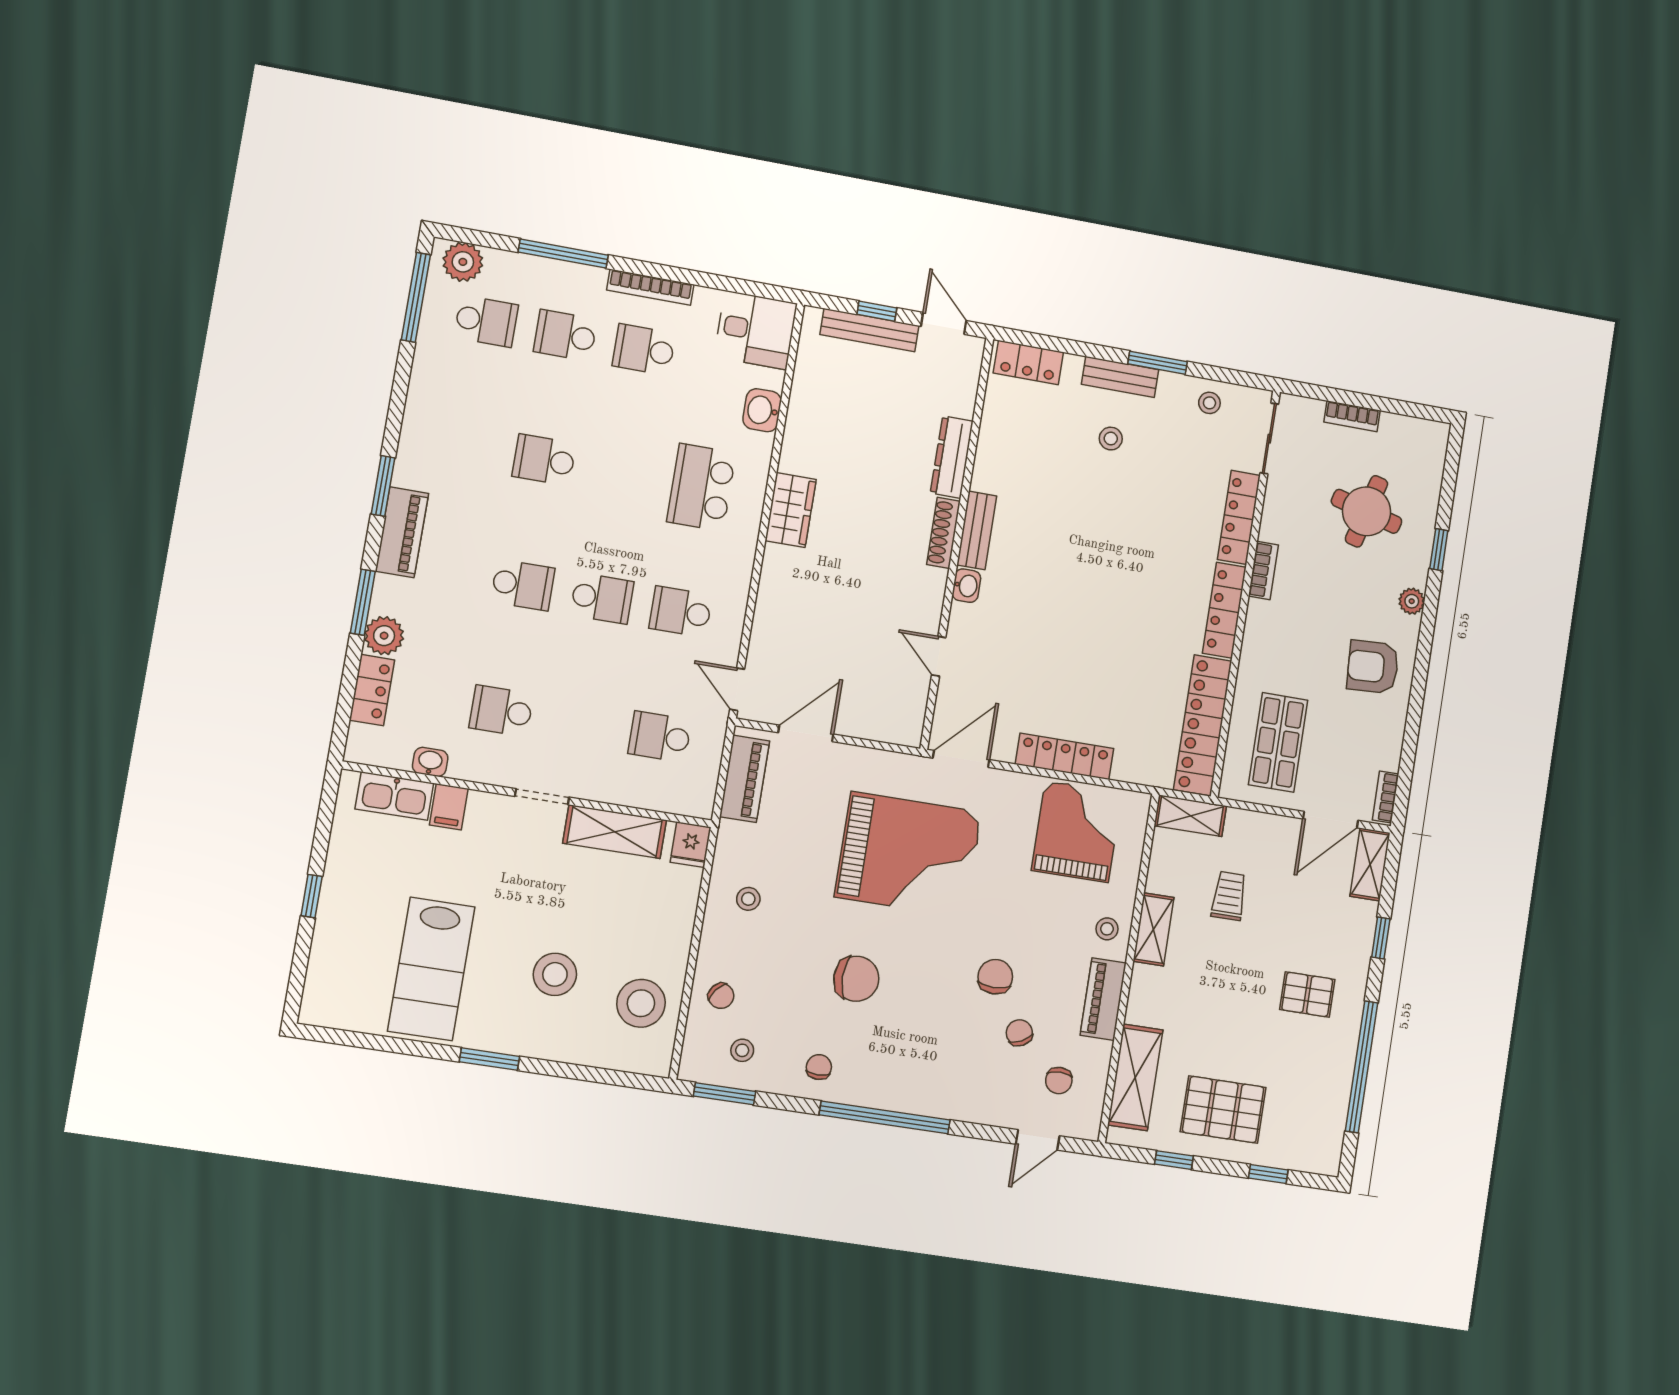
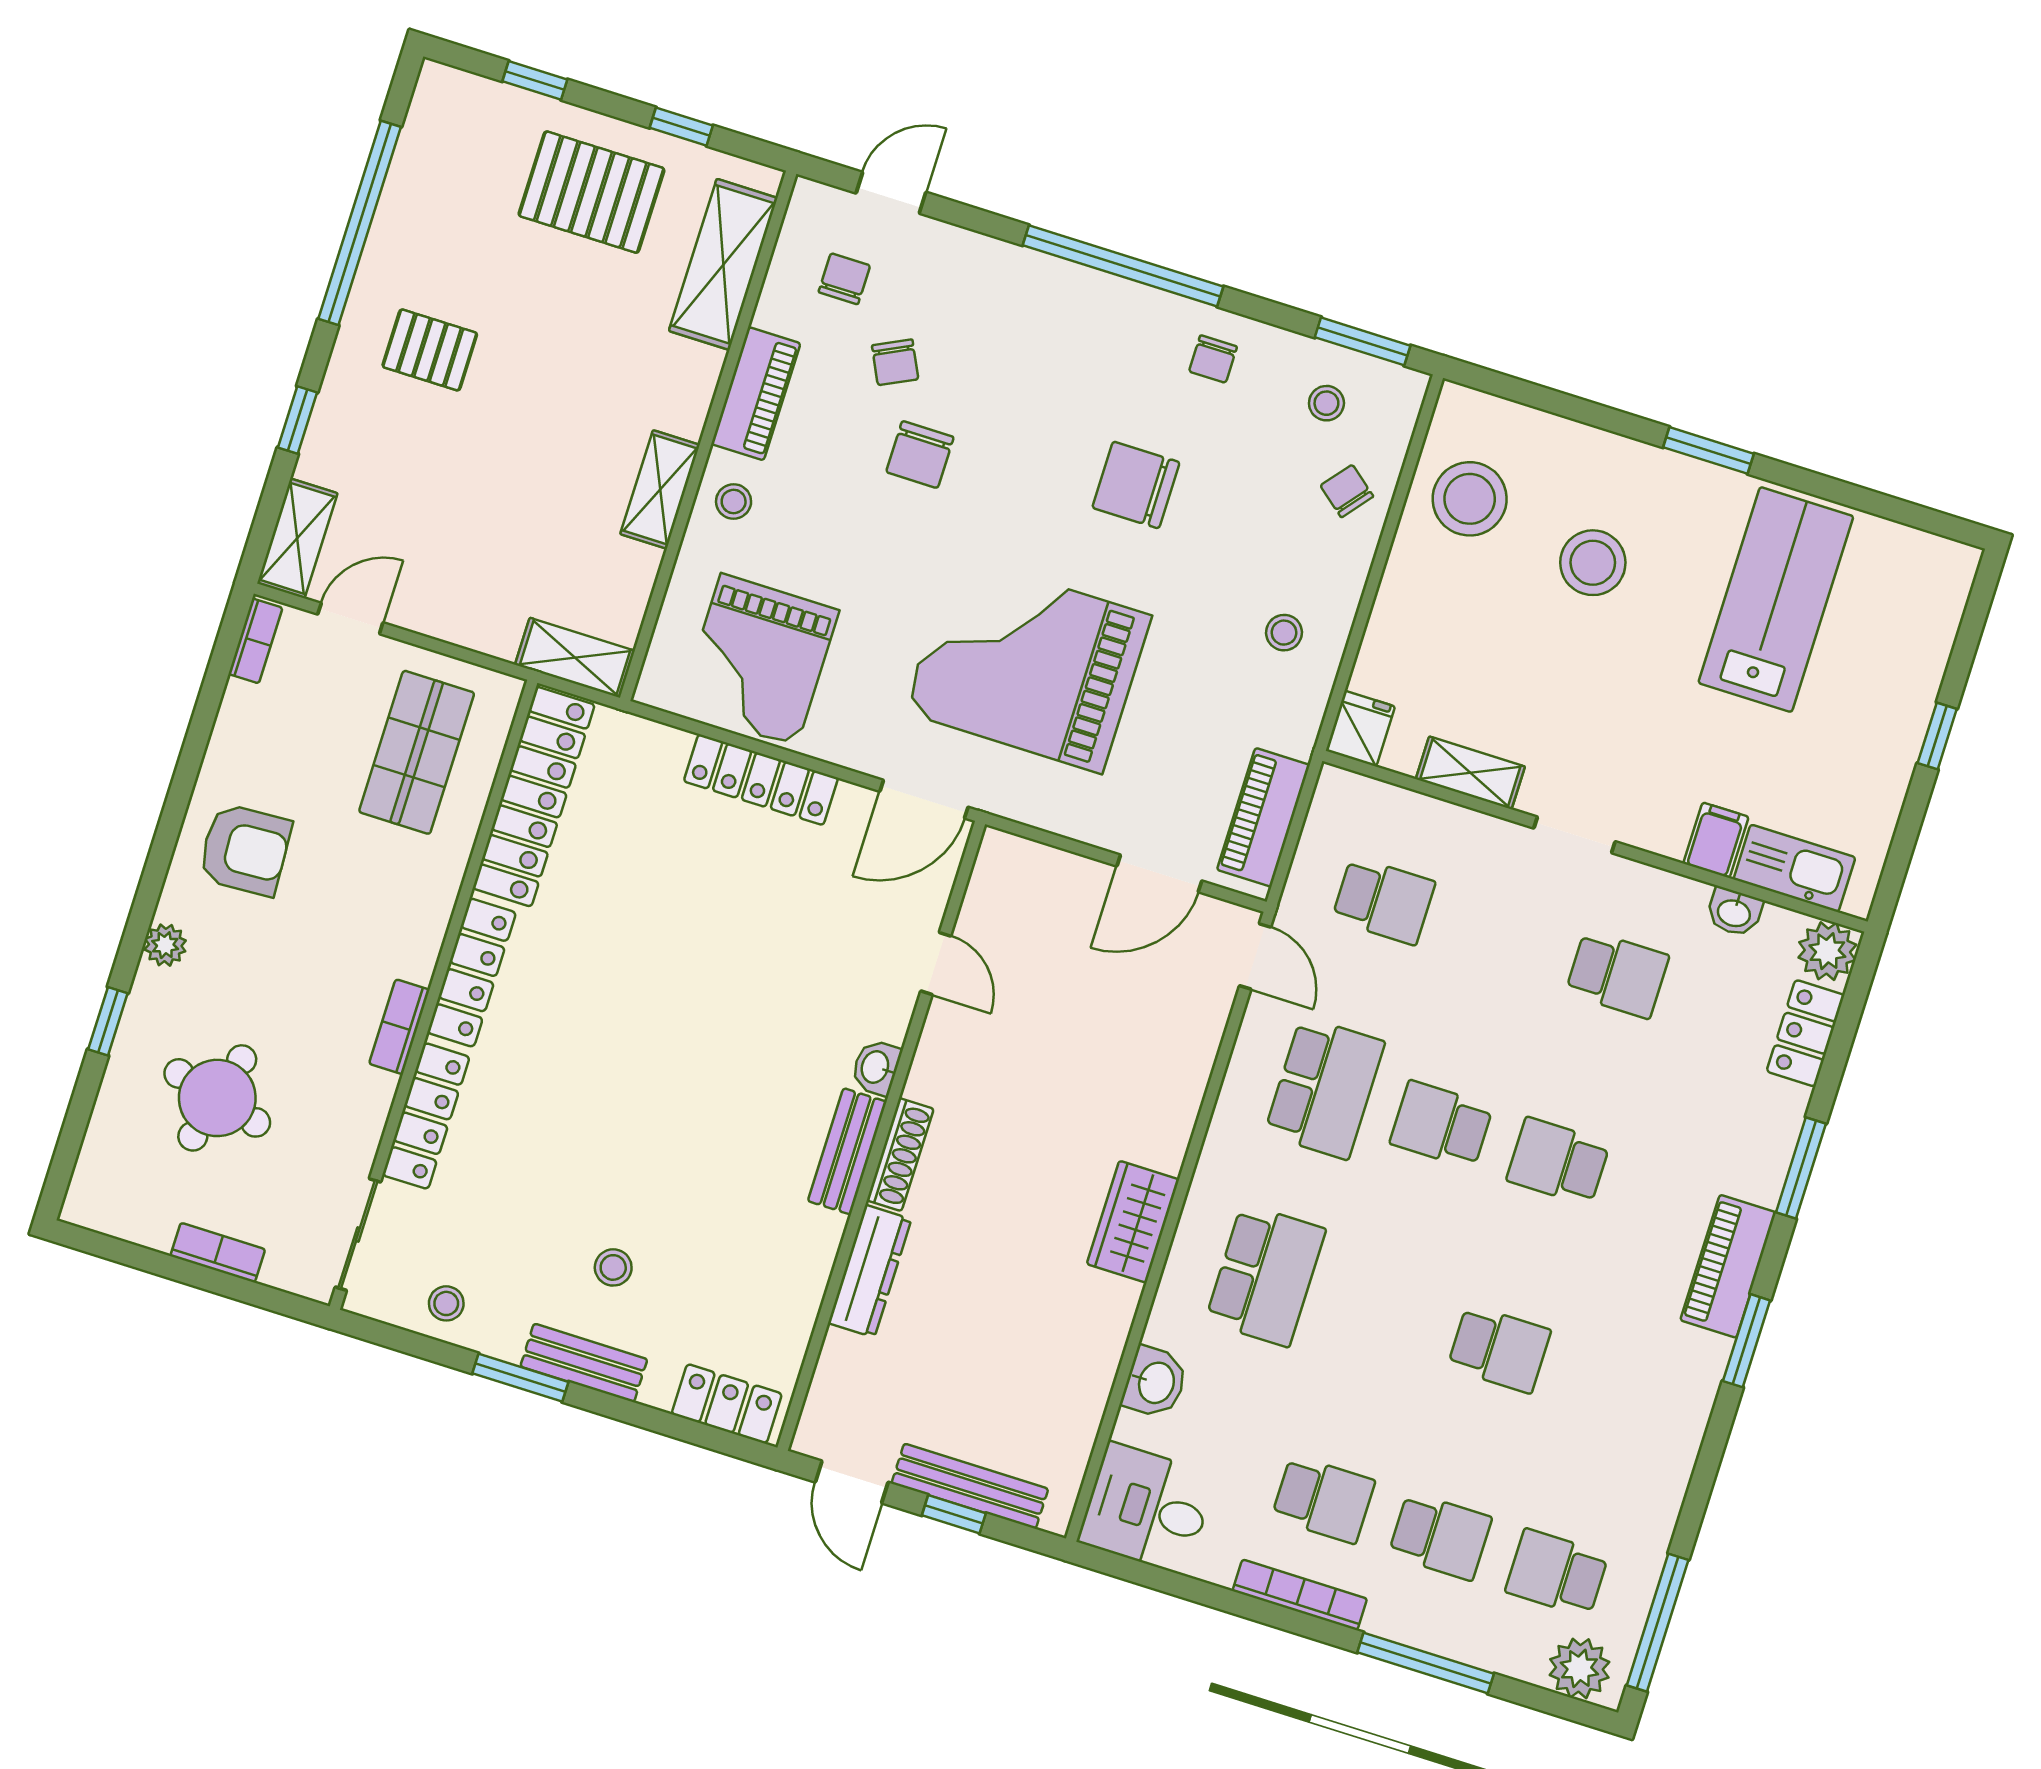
school desk: (681, 612) -> (1325, 1088), width x1.85
plant: (384, 636) -> (1827, 951), moved
door: (1331, 820) -> (350, 618), width x0.73
shelving: (615, 832) -> (1470, 773), width x0.67, depth x0.75
trolley: (1229, 896) -> (532, 523), removed

